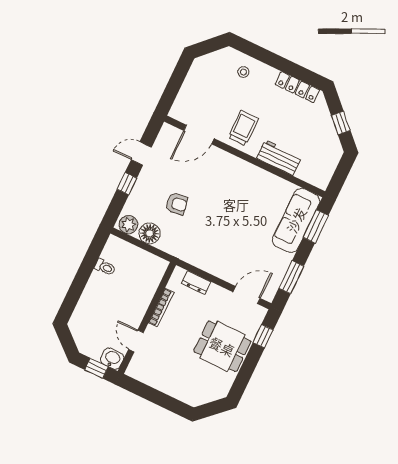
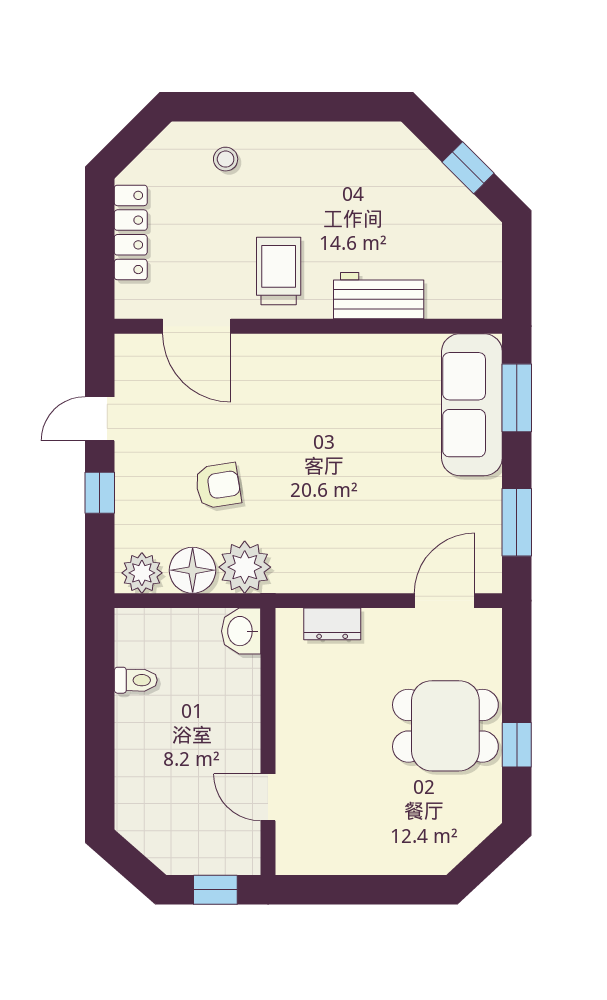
locker: (297, 87) -> (131, 232), moved, turned -90
door: (199, 135) -> (197, 326), hinge flipped
plant: (172, 242) -> (245, 567), added
bookcase: (161, 308) -> (286, 707), removed
window: (263, 336) -> (517, 745), moved
washbasin: (112, 359) -> (241, 631), moved, turned -90

